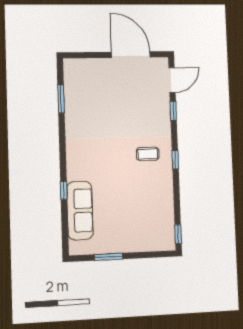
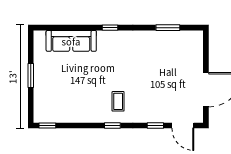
window: (64, 190) -> (110, 28), moved
window: (109, 257) -> (31, 75), moved

